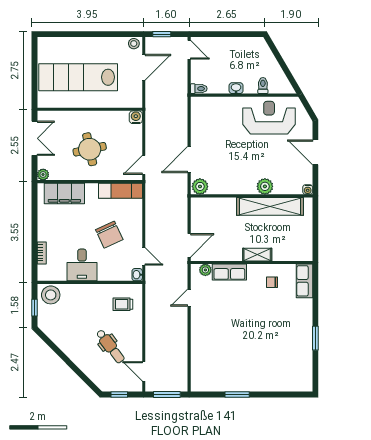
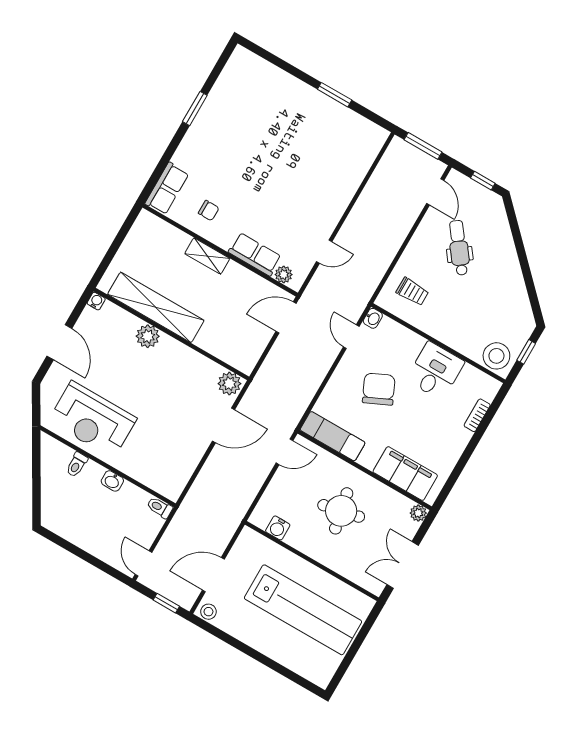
water cooler: (136, 117) -> (278, 528), moved

